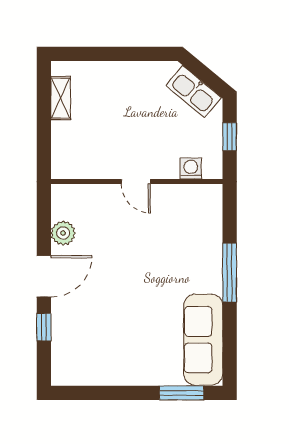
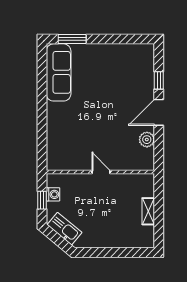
shelving: (61, 98) -> (148, 211), moved
washing machine: (191, 169) -> (53, 194), moved, turned -90
window: (230, 273) -> (42, 115), removed

